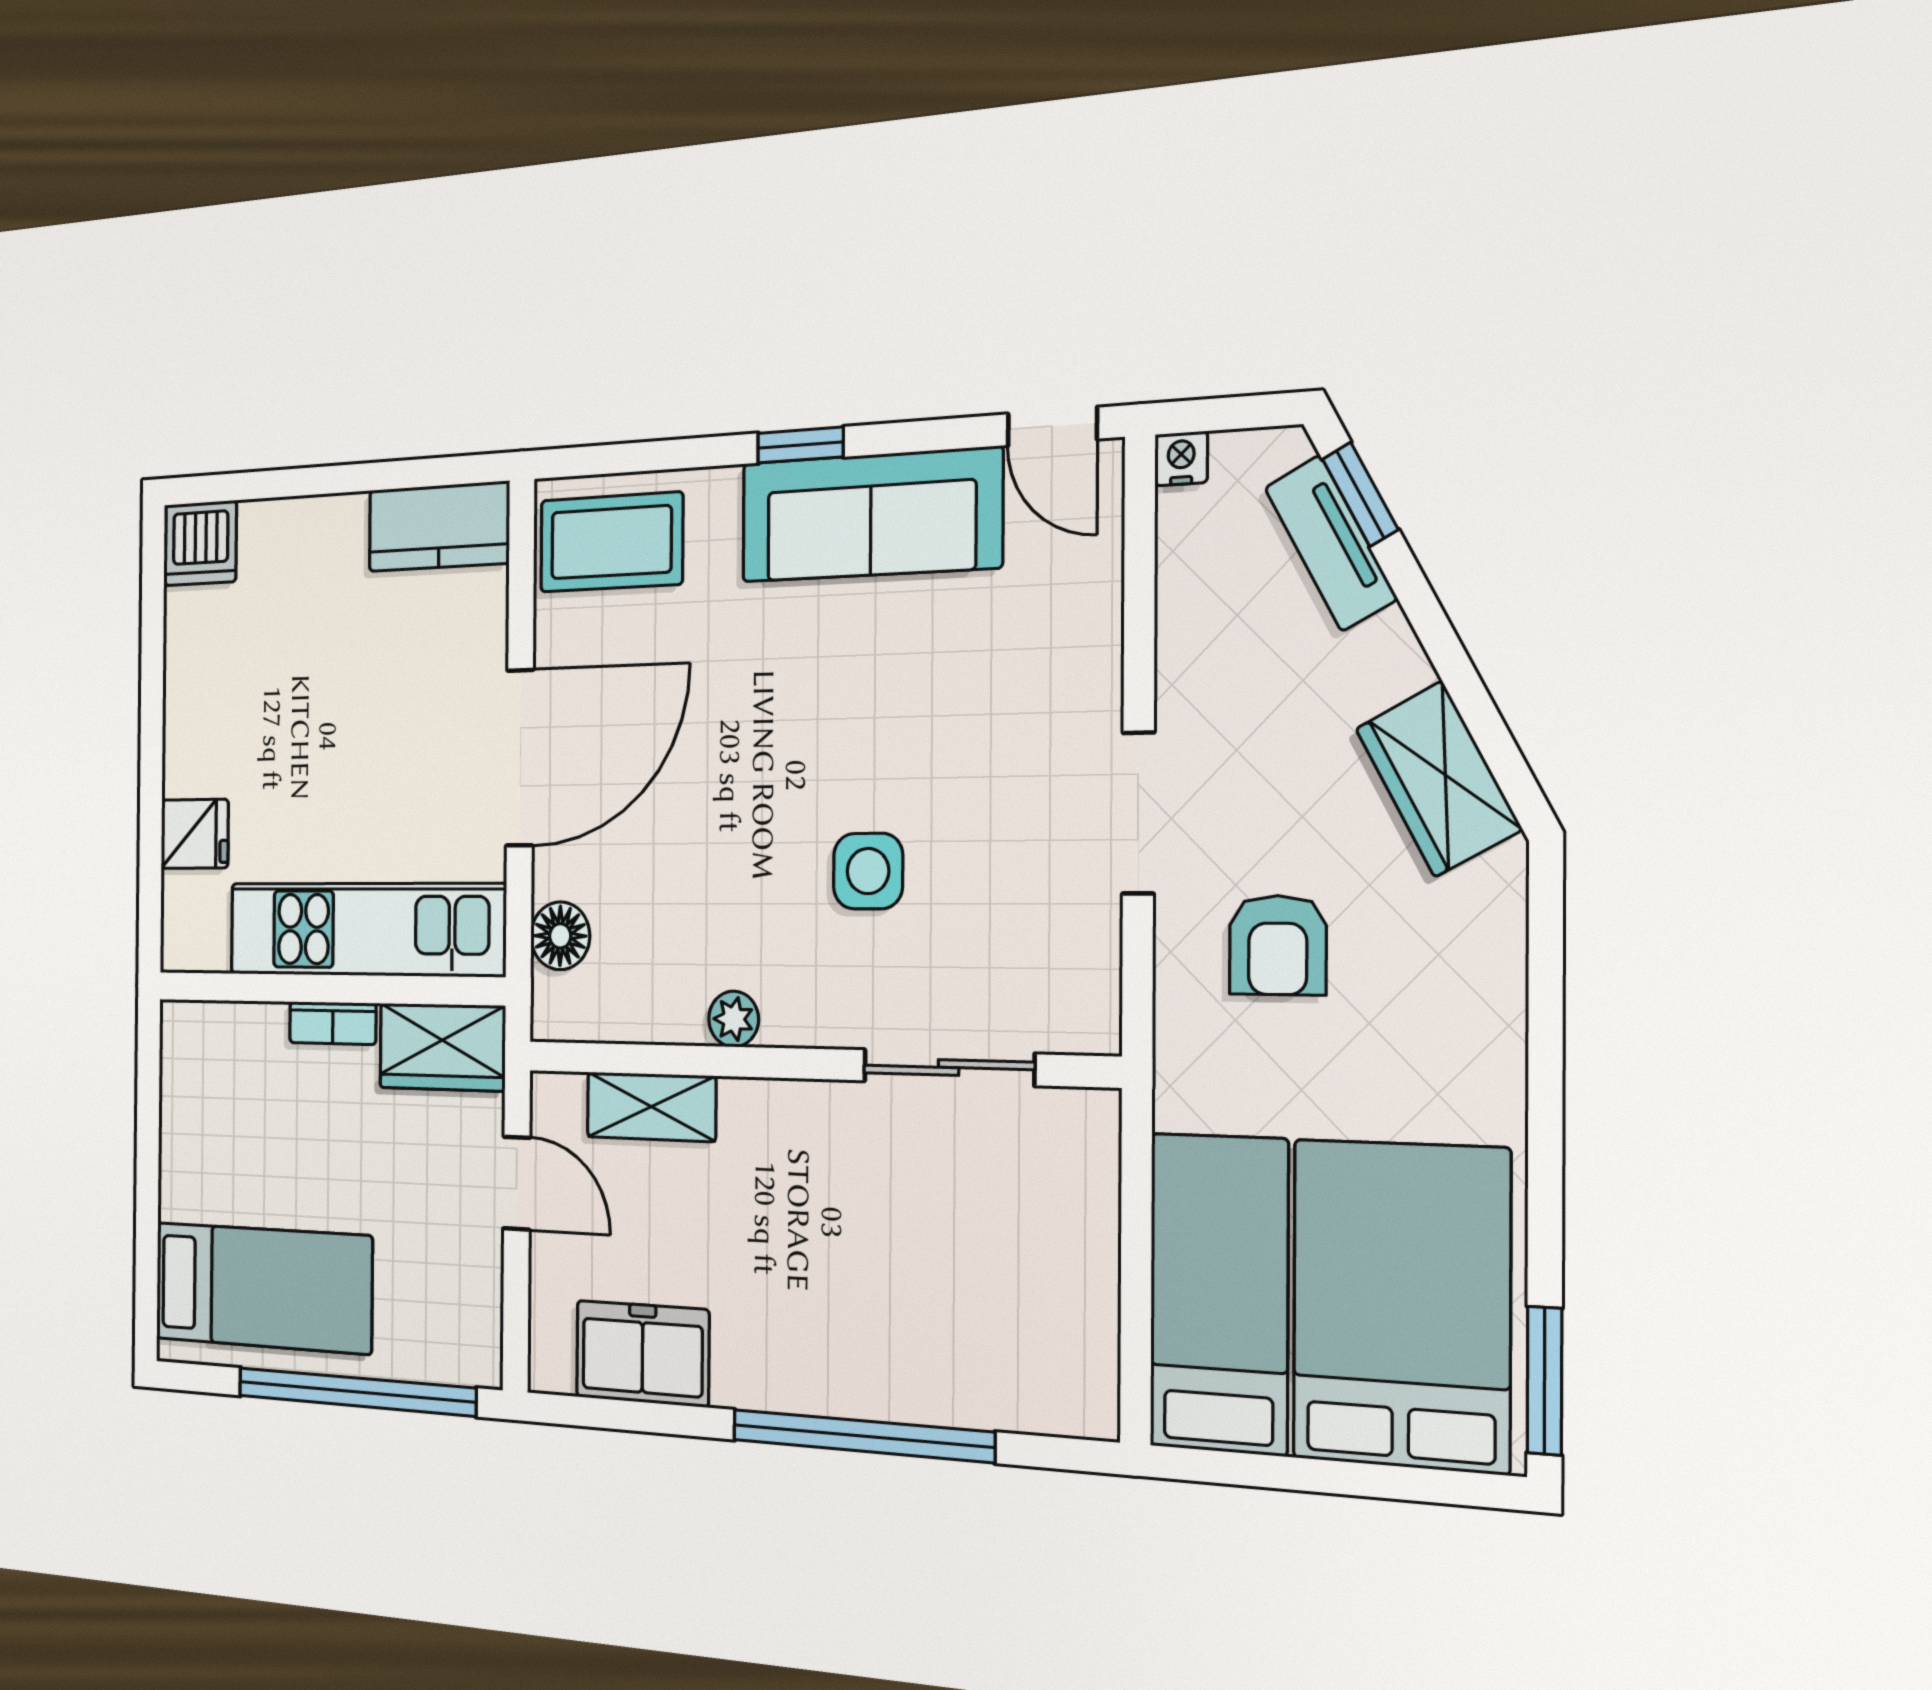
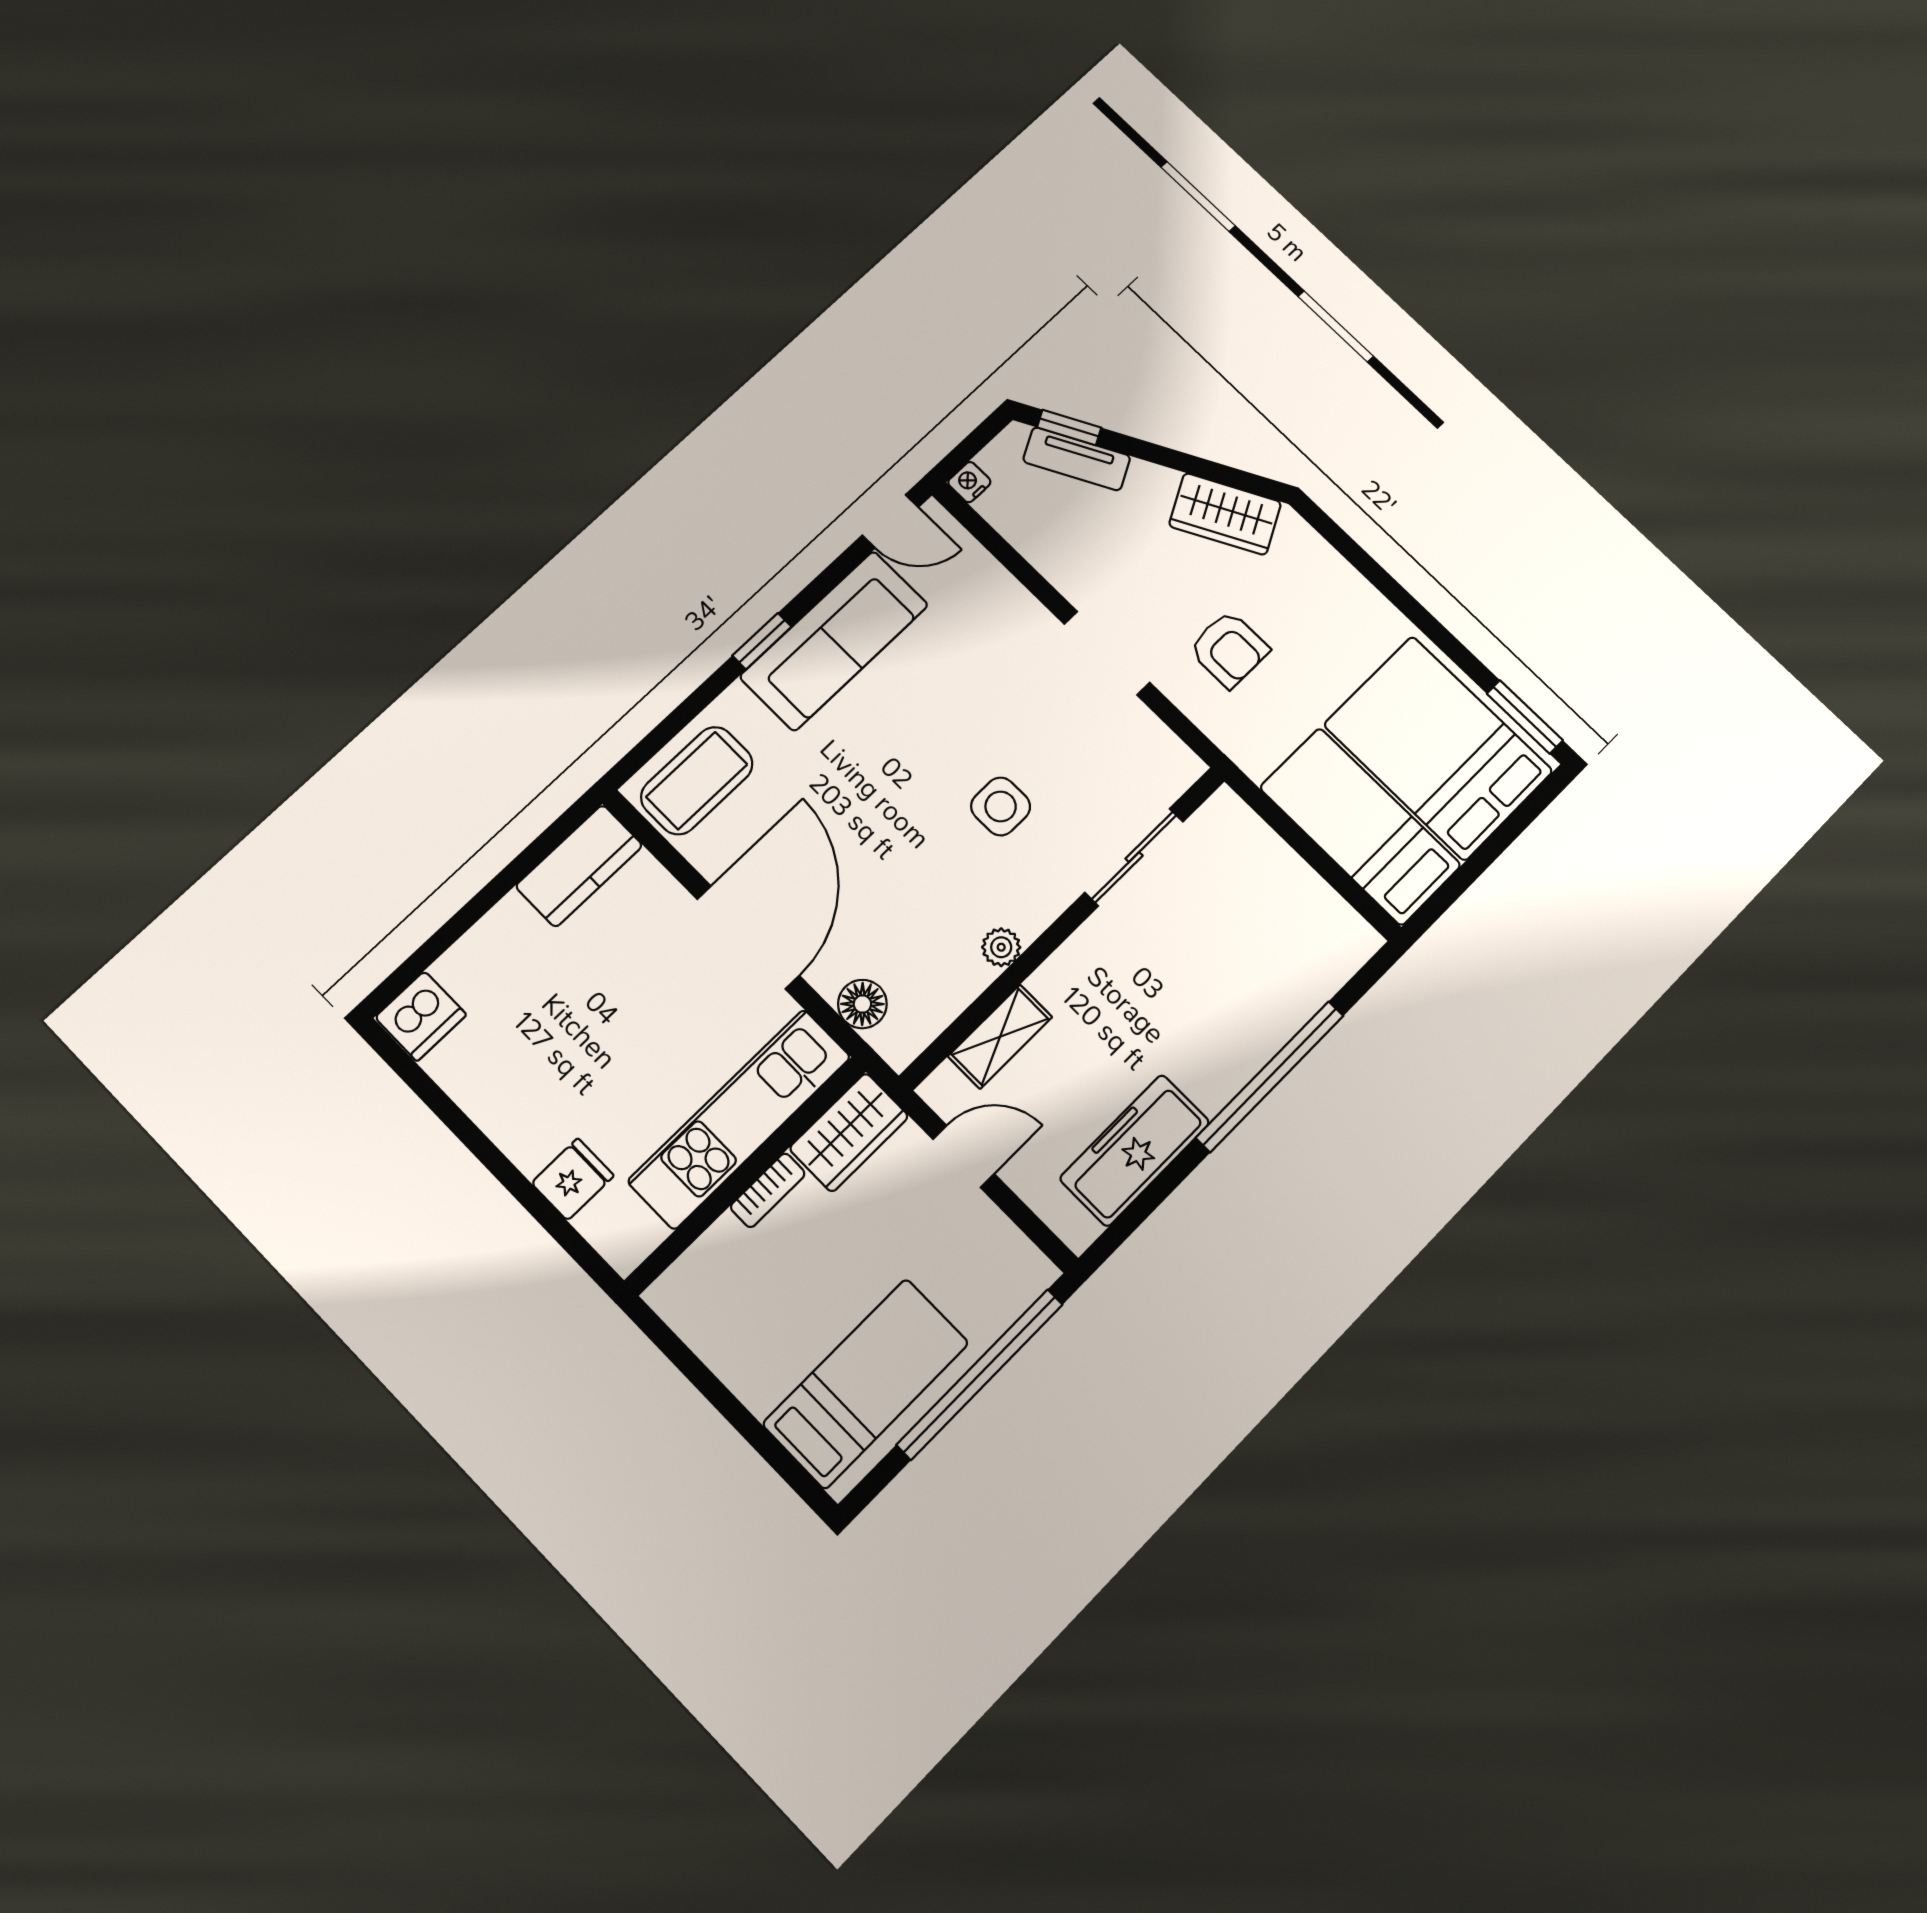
freezer: (642, 1354) -> (1135, 1150), width x1.40

